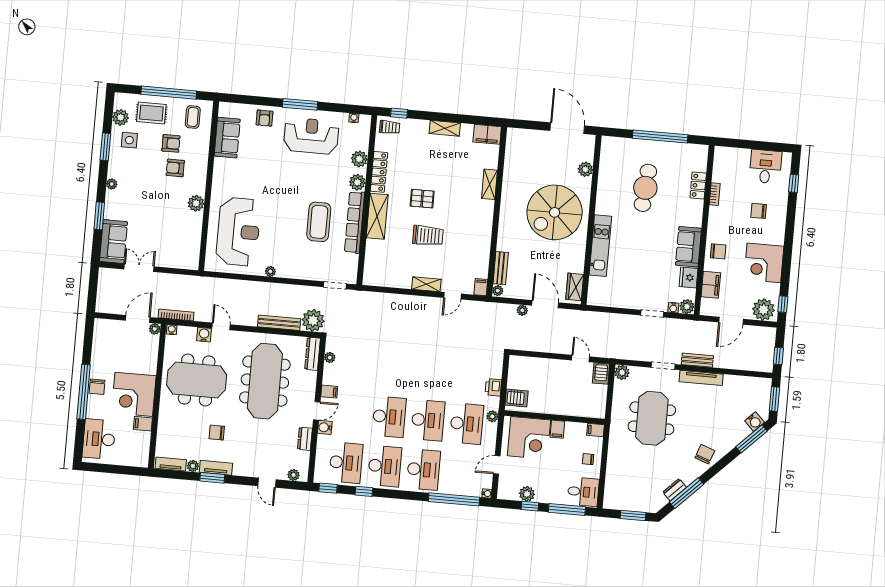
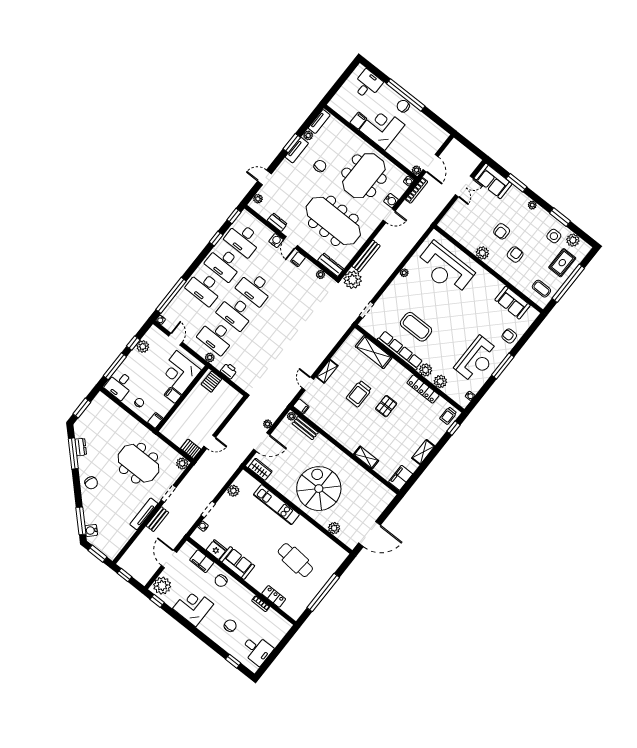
armchair: (171, 143) -> (502, 231), moved
shelving: (377, 216) -> (374, 352), moved
plant: (687, 307) -> (233, 491), moved
desk: (99, 439) -> (367, 84), width x0.73

